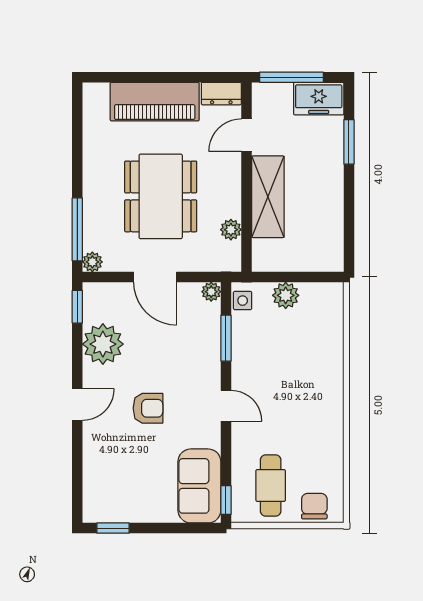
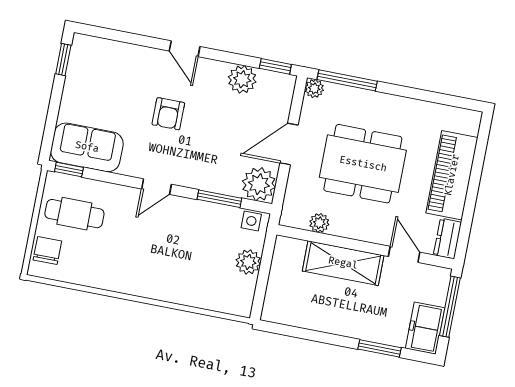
plant: (211, 292) -> (259, 184), width x1.88, depth x1.88
plant: (103, 344) -> (242, 79), width x0.73, depth x0.73
chair: (314, 506) -> (47, 250), turned -90

